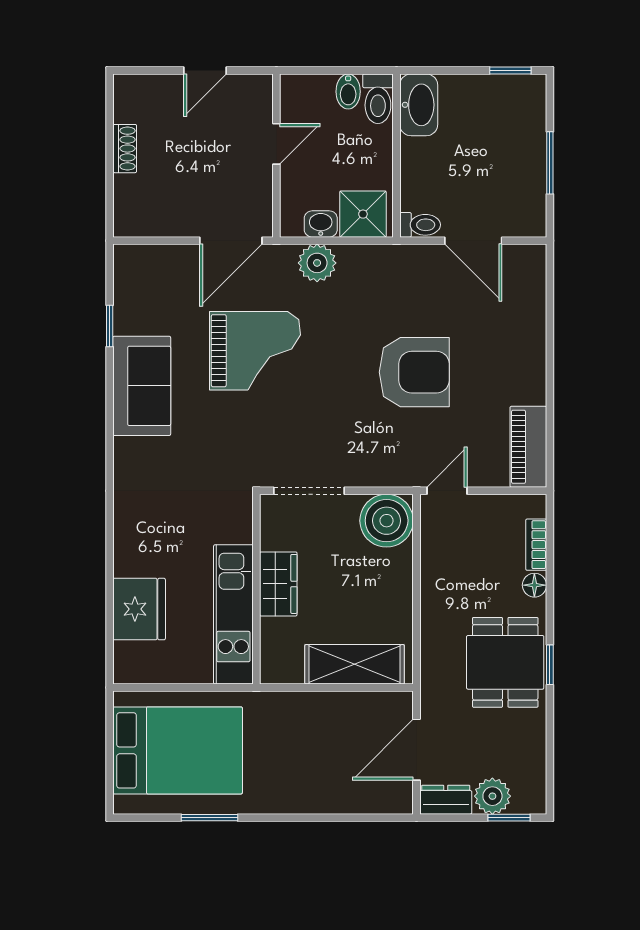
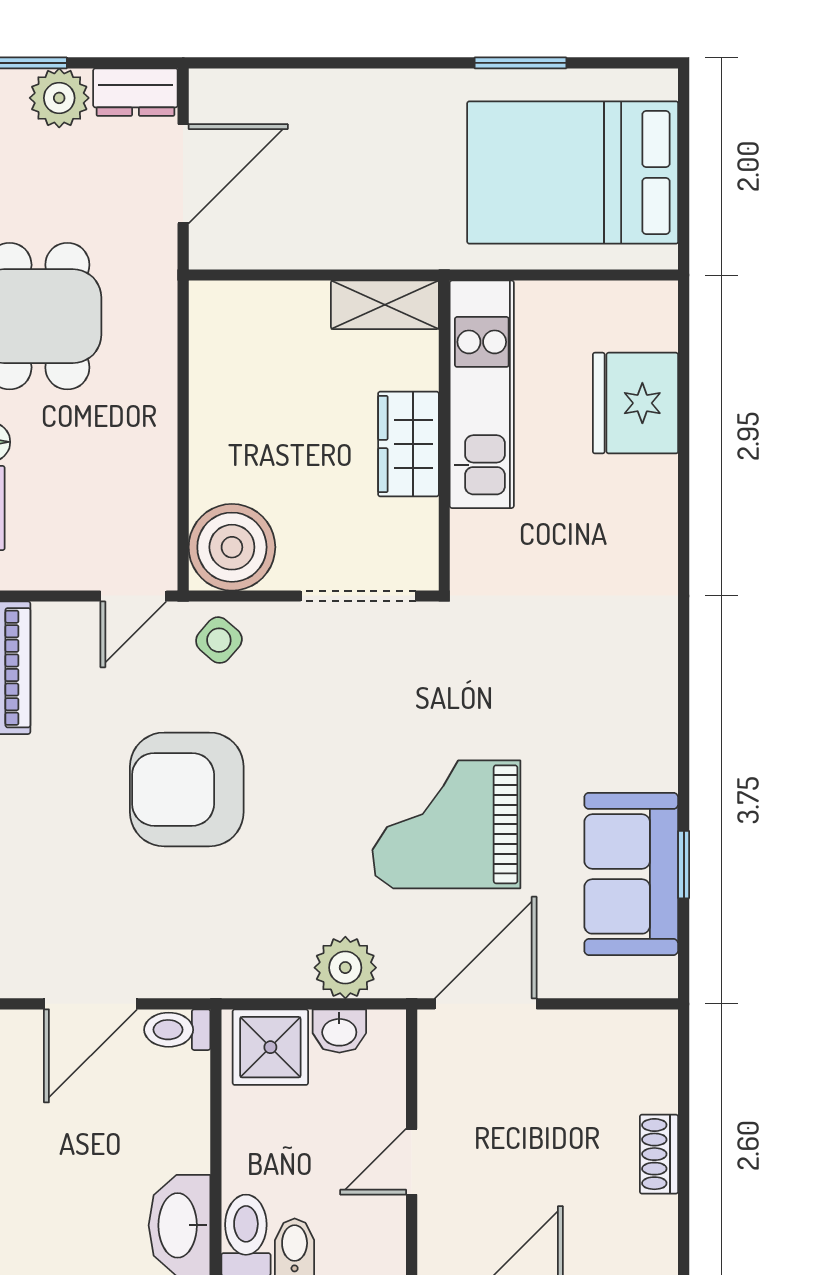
door: (473, 241) -> (91, 1004), swing flipped
sofa: (142, 386) -> (631, 874), moved
side table: (395, 464) -> (219, 640), added
shelving: (355, 664) -> (385, 305), moved, width x0.67, depth x0.75

